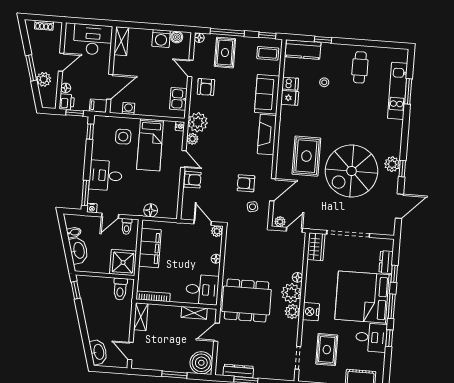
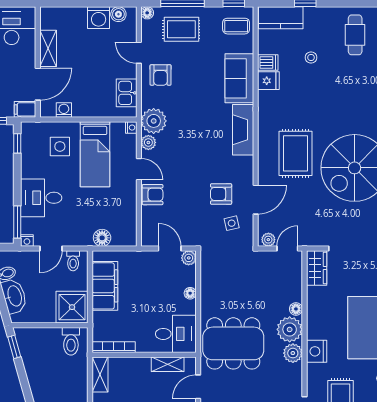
shelving: (121, 41) -> (48, 48), moved
rug: (225, 53) -> (181, 29), turned 90

